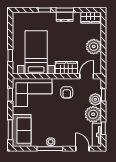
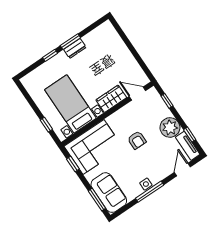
wardrobe: (90, 18) -> (102, 32), removed
plant: (94, 47) -> (124, 59), removed
door: (87, 76) -> (137, 94), hinge flipped
armchair: (67, 92) -> (137, 140), moved
plant: (95, 99) -> (162, 111), removed
door: (82, 149) -> (182, 170), hinge flipped

